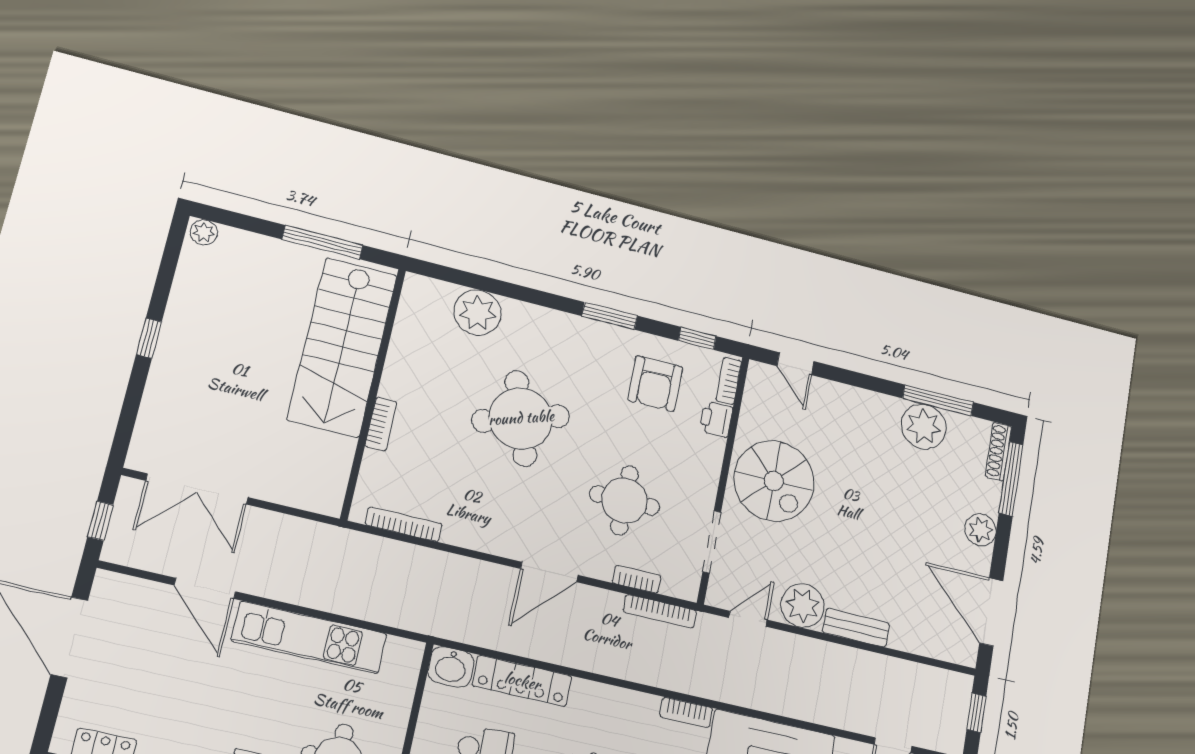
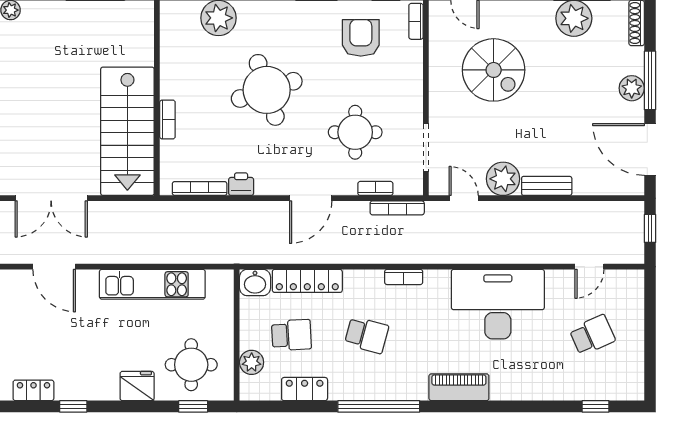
stairs: (342, 347) -> (127, 131), moved
armchair: (655, 384) -> (361, 38), turned 180
printer: (716, 419) -> (241, 184), moved, turned 90
window: (1011, 479) -> (650, 80), moved
spiral stairs: (774, 481) -> (494, 70), moved
door: (205, 588) -> (54, 267), moved
door: (748, 619) -> (464, 198), hinge flipped
bookcase: (686, 713) -> (404, 277), moved

